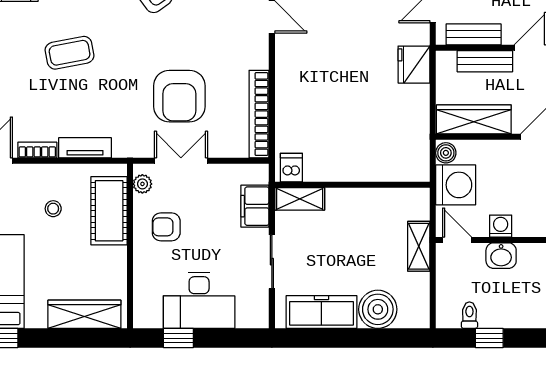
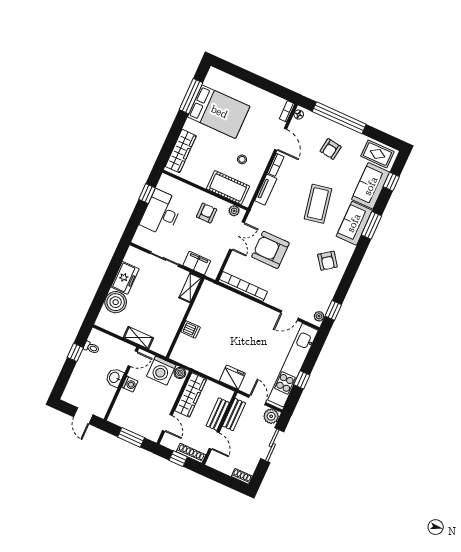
coffee table: (70, 53) -> (318, 204), width x1.36, depth x1.32
dishwasher: (291, 168) -> (191, 329), moved
freezer: (321, 312) -> (125, 278), width x0.71

